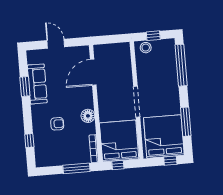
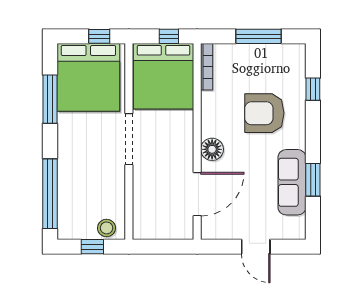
floor lamp: (88, 116) -> (212, 149), moved
armchair: (57, 124) -> (264, 113), width x1.88, depth x1.88
window: (170, 161) -> (99, 36), moved
window: (76, 168) -> (259, 36), moved

